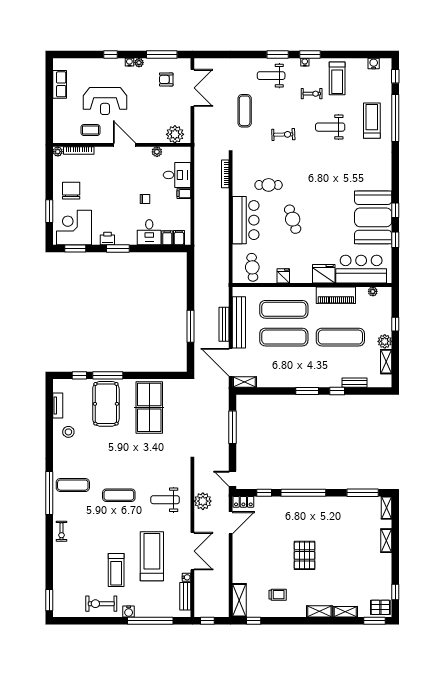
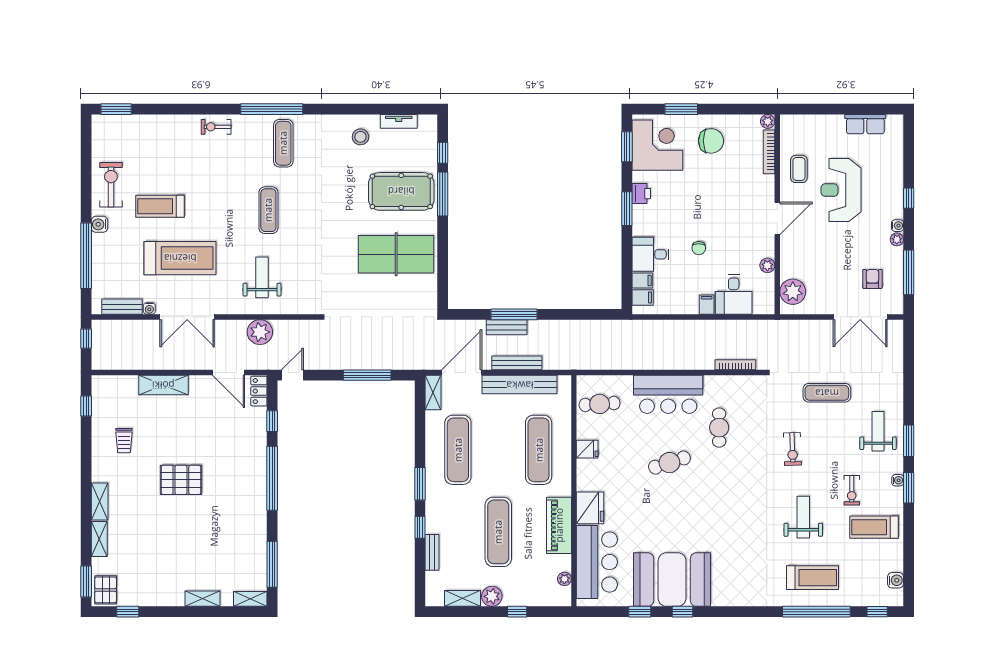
bench: (199, 331) -> (507, 327), added
exercise mat: (284, 337) -> (458, 450), moved
shelving: (239, 600) -> (163, 385), moved

